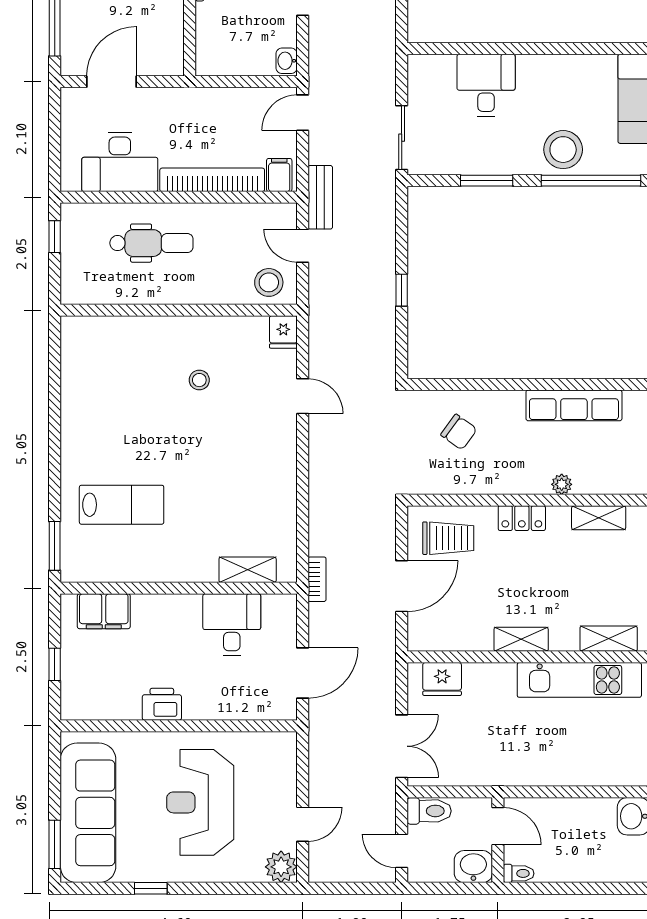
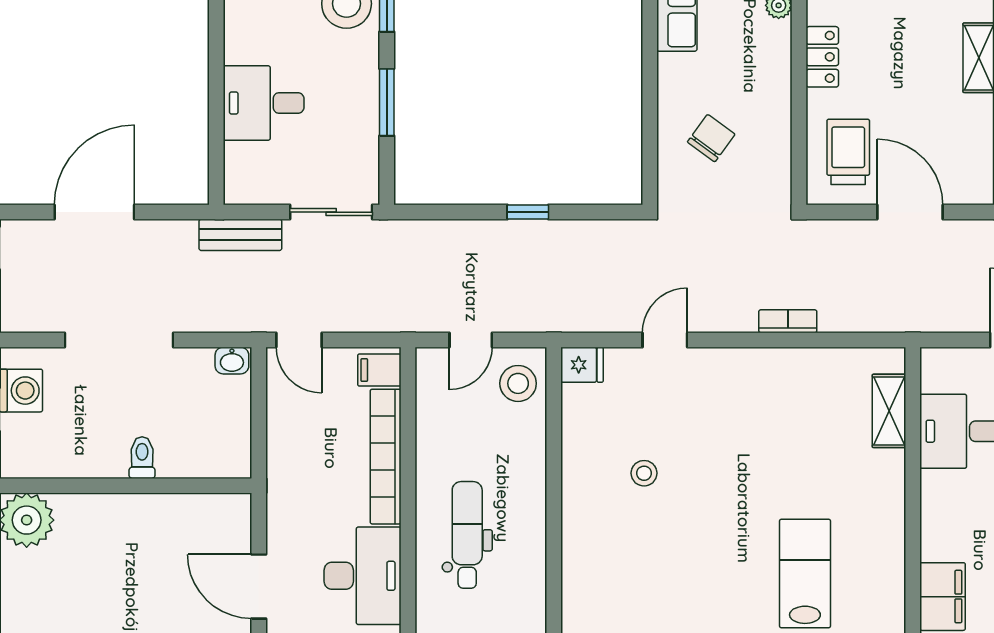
bench: (320, 197) -> (240, 235), moved
bookcase: (317, 579) -> (788, 321), moved

